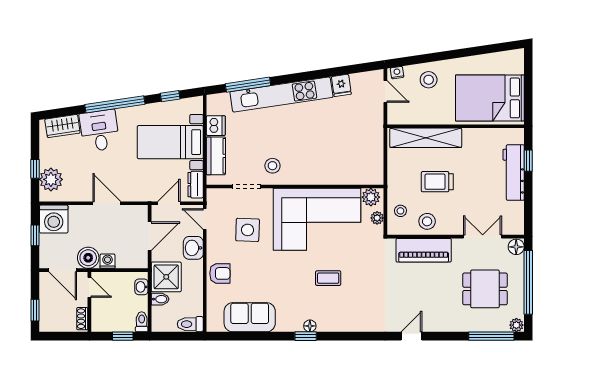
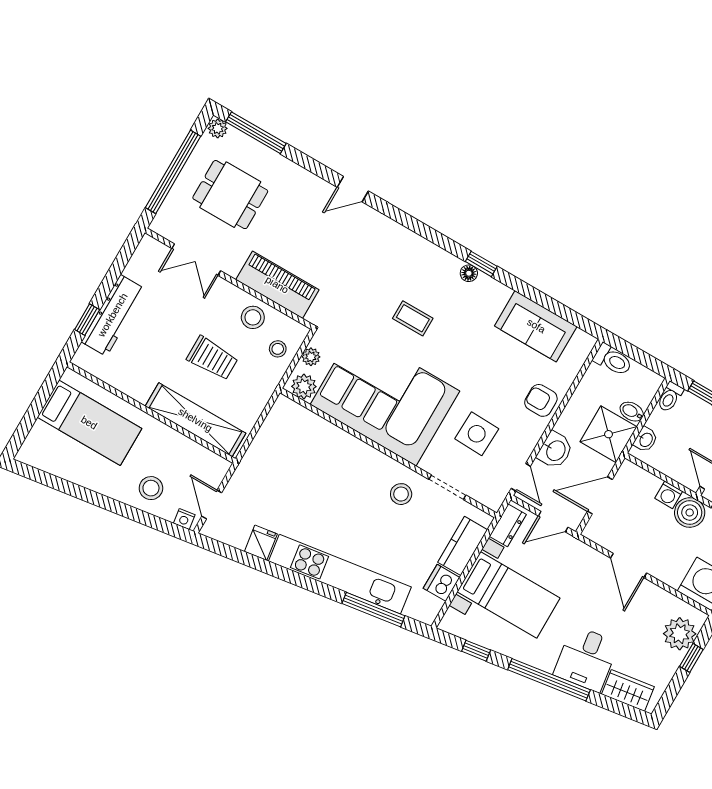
bed: (490, 98) -> (89, 423), width x0.67
floor lamp: (516, 247) -> (163, 224), removed

